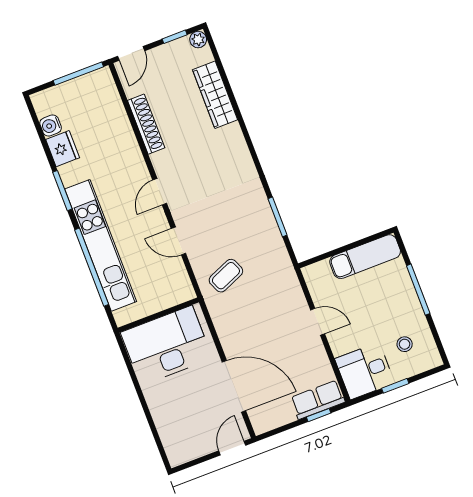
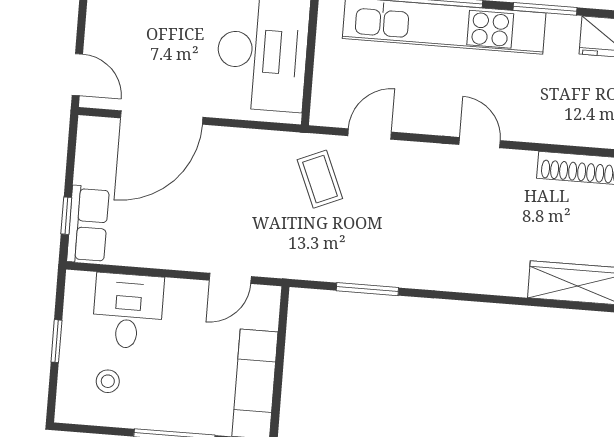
door: (178, 241) -> (370, 134), moved
door: (318, 322) -> (230, 278), moved
desk: (365, 371) -> (128, 311), moved

